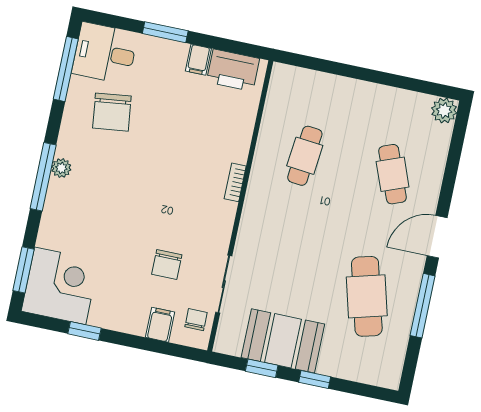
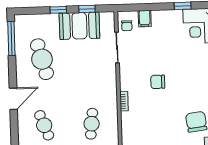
chair: (167, 264) -> (158, 82), moved, turned -90
window: (423, 306) -> (11, 39), moved

